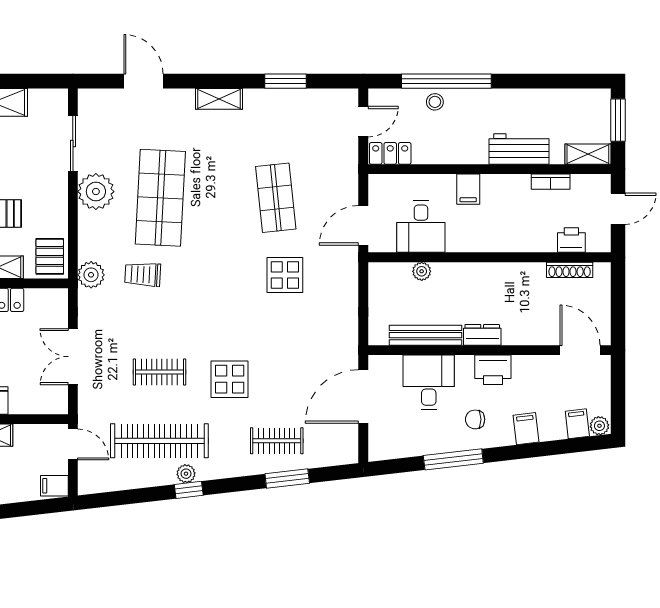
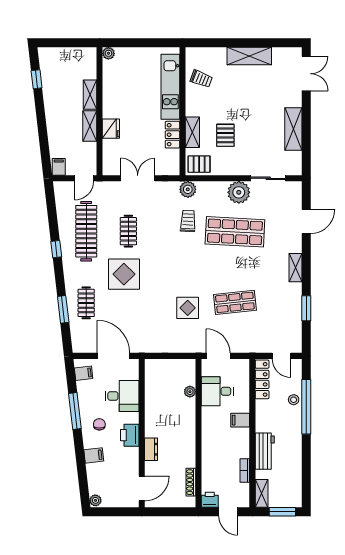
locker: (390, 153) -> (262, 379), width x1.53
printer: (571, 240) -> (210, 500), moved, turned -90
bench: (425, 335) -> (151, 394), removed
dresser: (482, 335) -> (151, 449), moved
display table: (230, 379) -> (124, 274), width x1.36, depth x1.36
filing cabinet: (577, 424) -> (84, 373), moved
plant: (186, 474) -> (66, 247), removed

